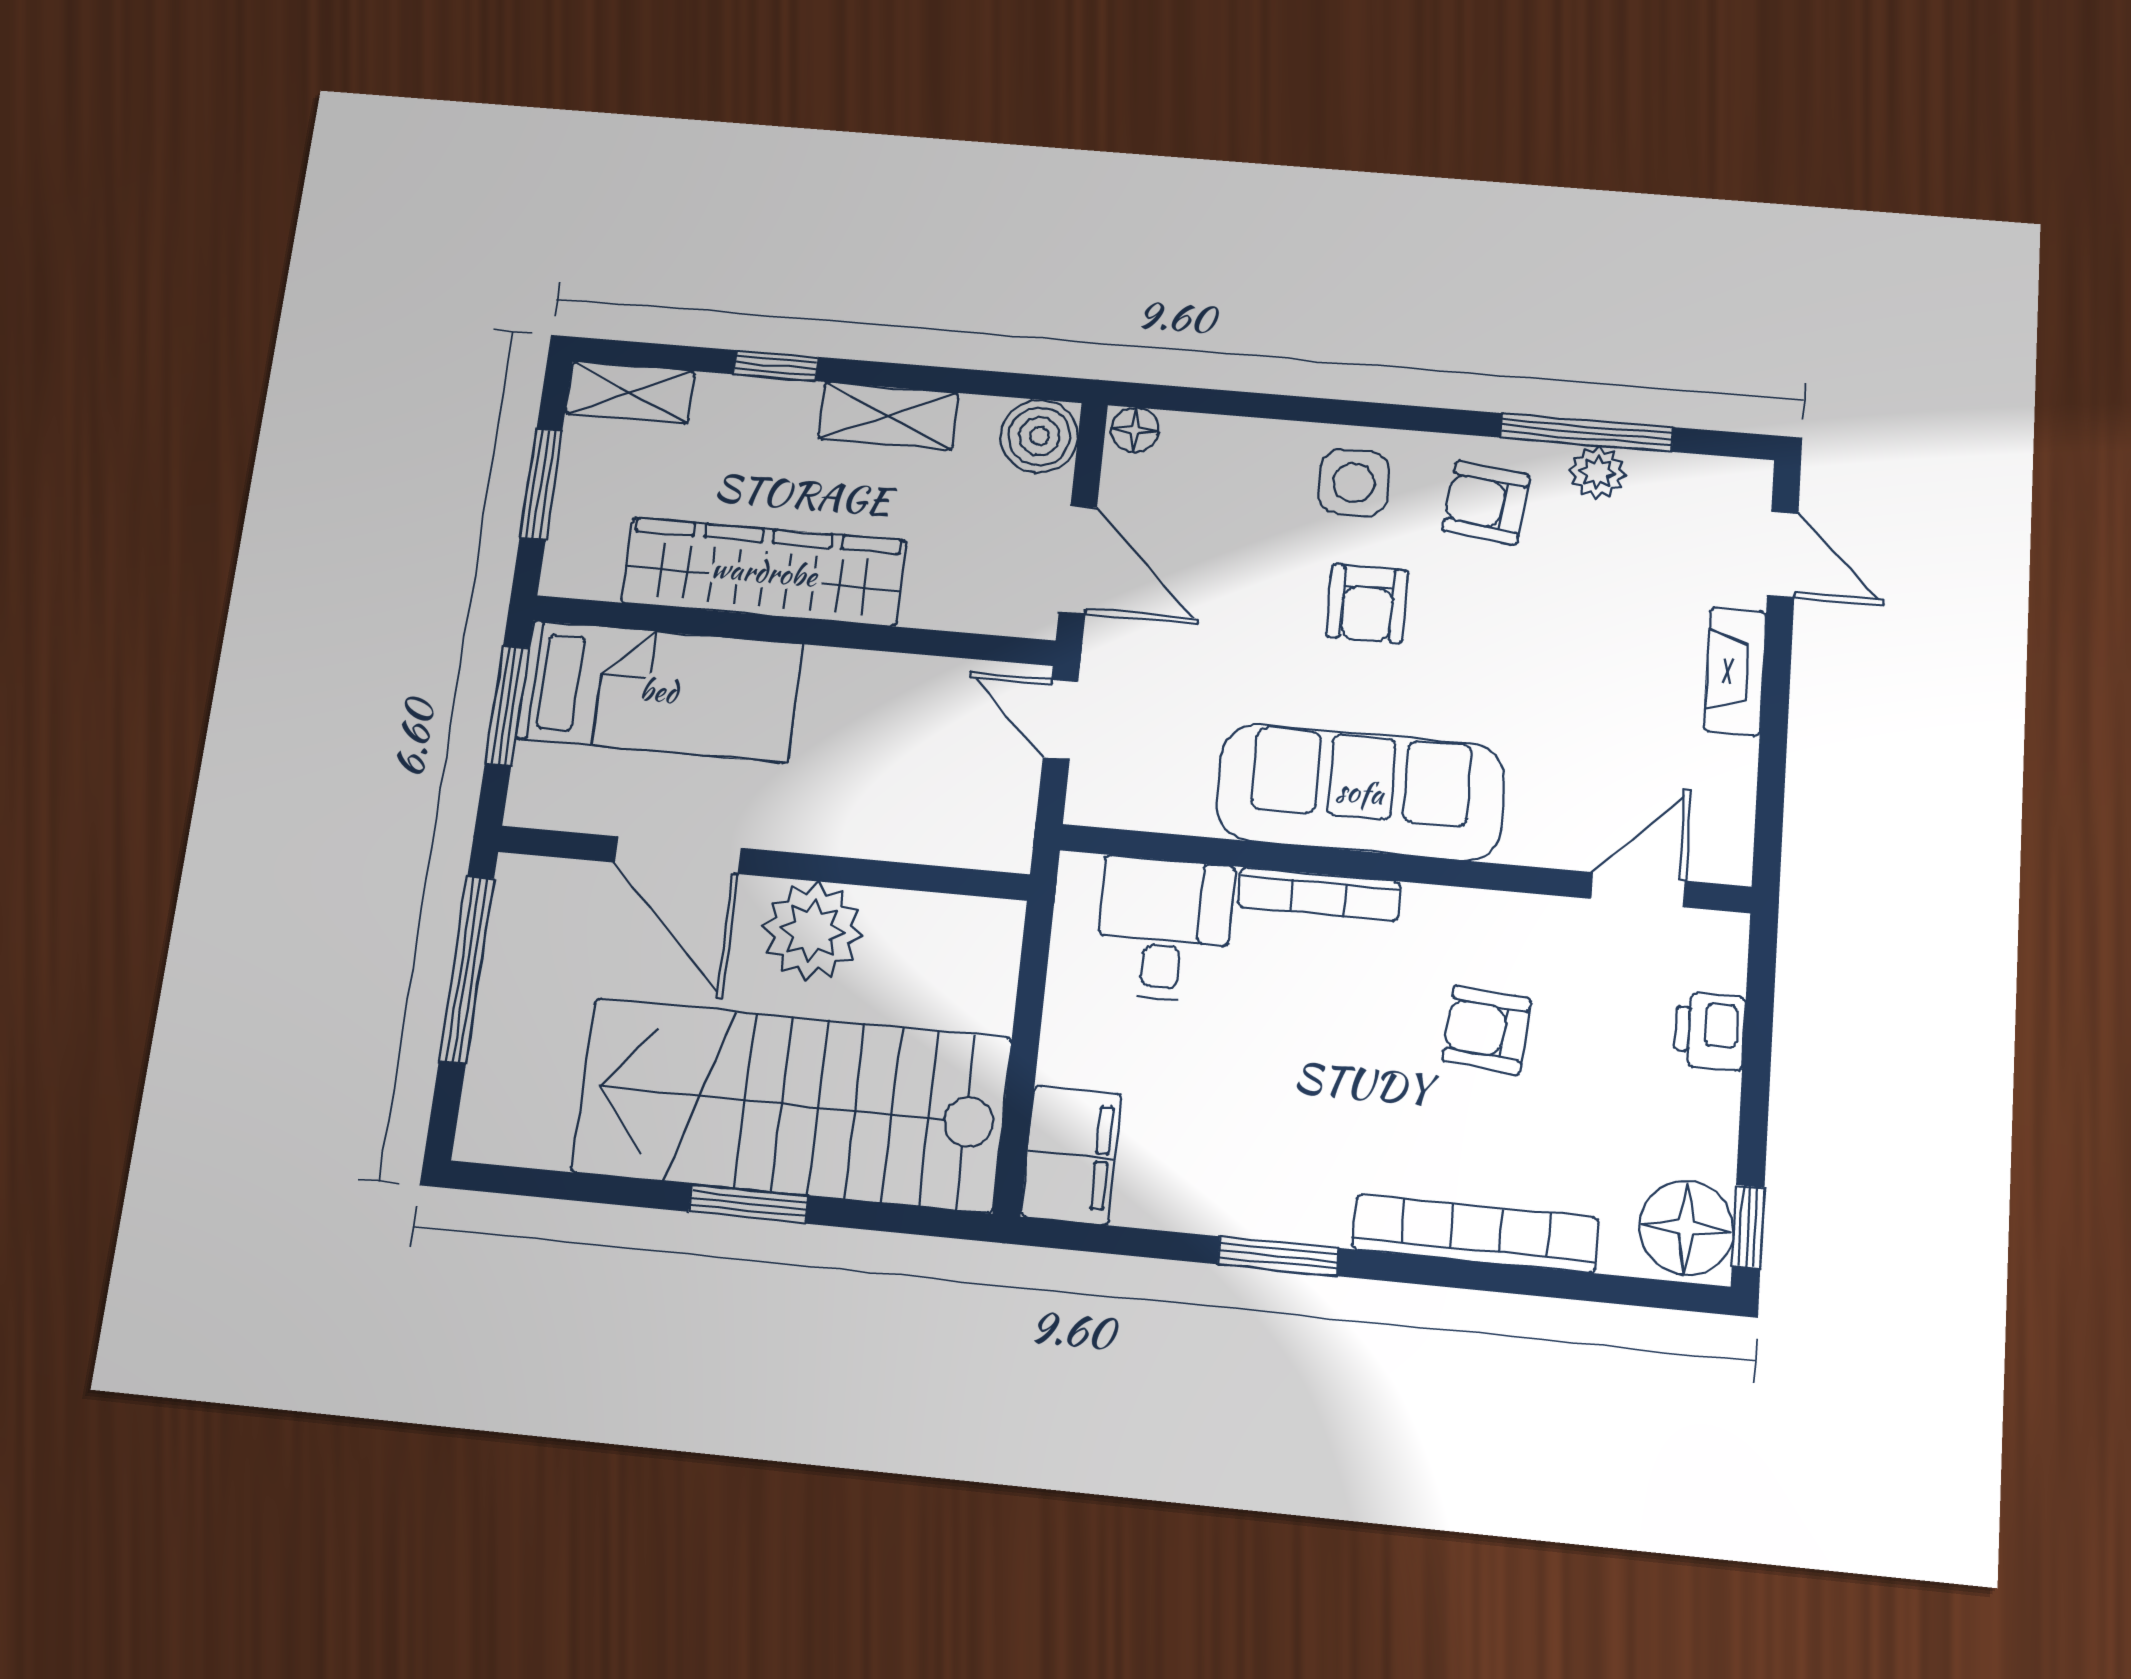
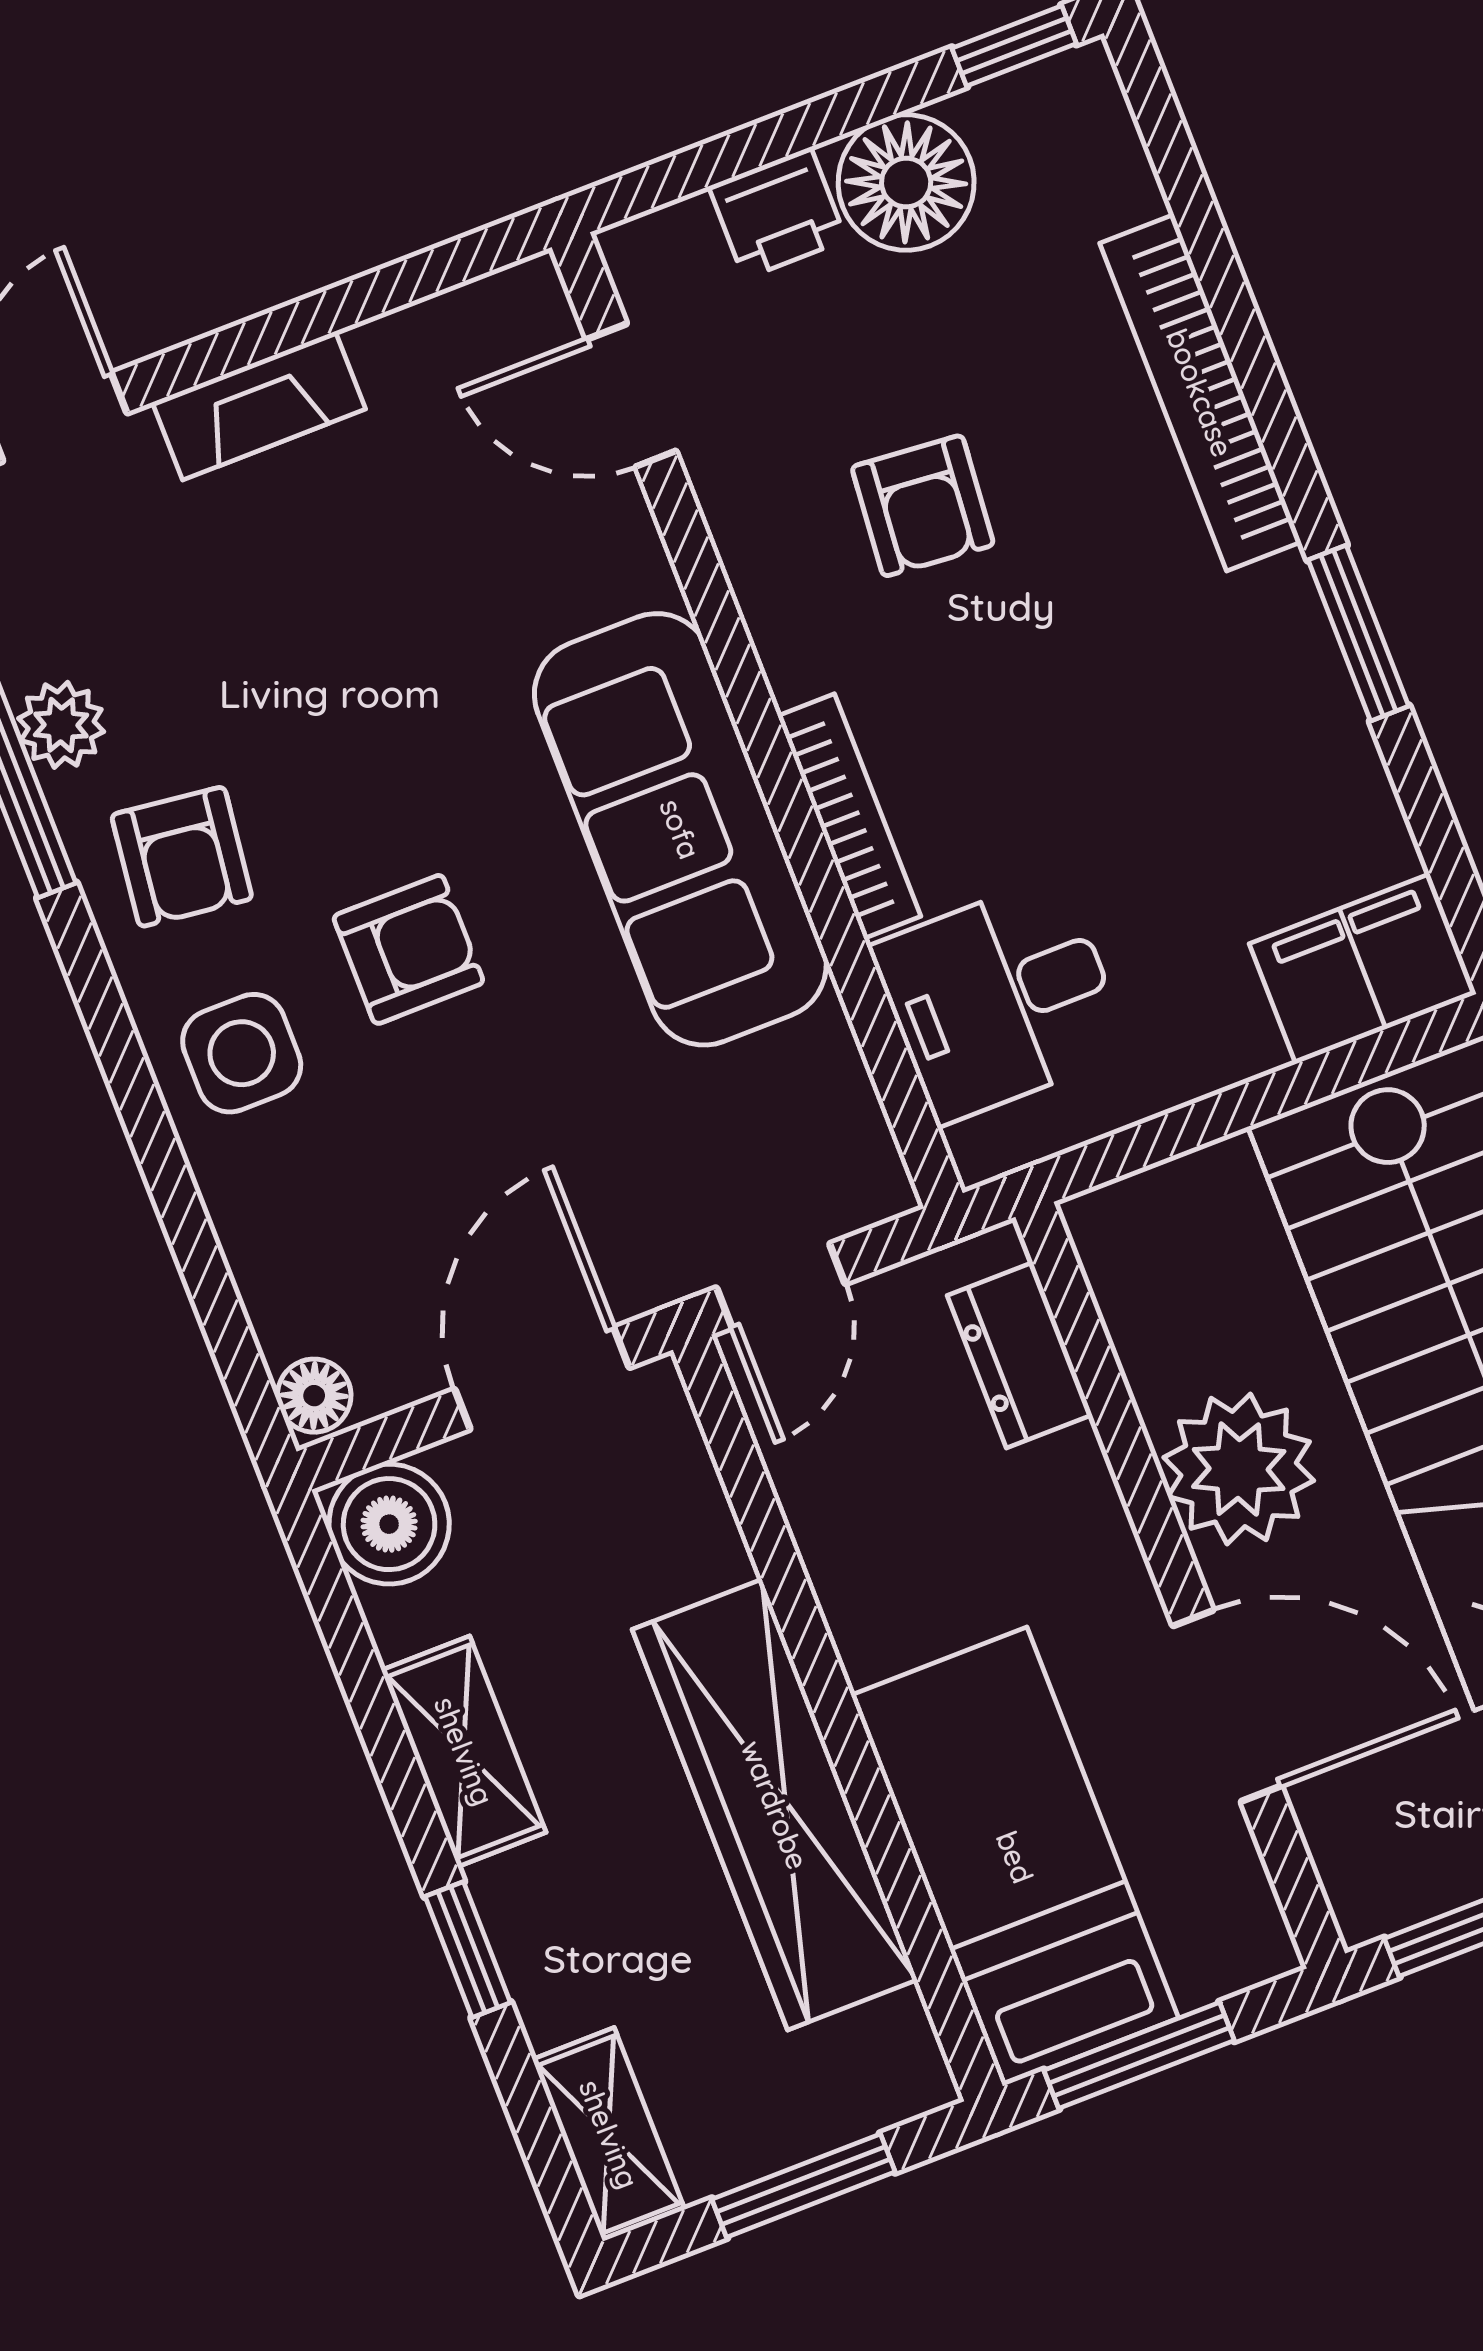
dresser: (947, 837) -> (1020, 1355), added
door: (678, 855) -> (1227, 1706), hinge flipped
floor lamp: (1686, 1228) -> (906, 182), moved

